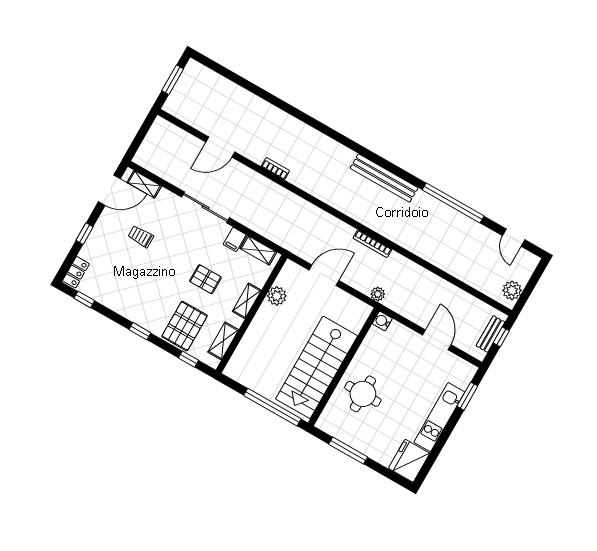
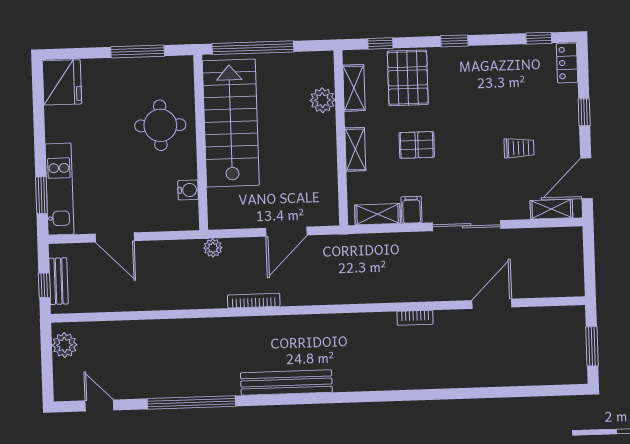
plant: (277, 296) -> (322, 100), moved
water cooler: (382, 321) -> (188, 190), moved
kitchen unit: (439, 417) -> (60, 189), moved

